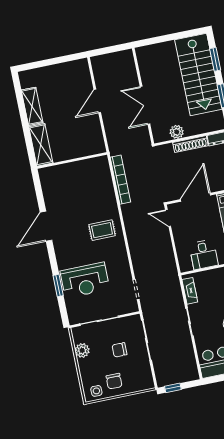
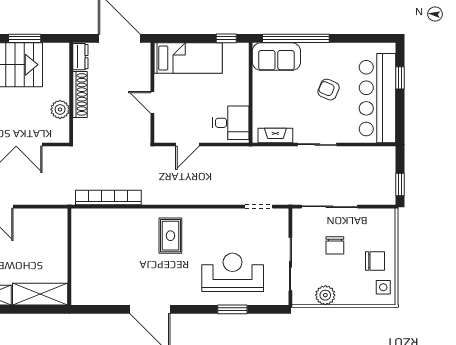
door: (195, 197) -> (152, 102), width x0.53
door: (168, 218) -> (187, 145), moved
desk: (204, 254) -> (231, 123), moved
reception desk: (85, 280) -> (233, 272), turned -90

